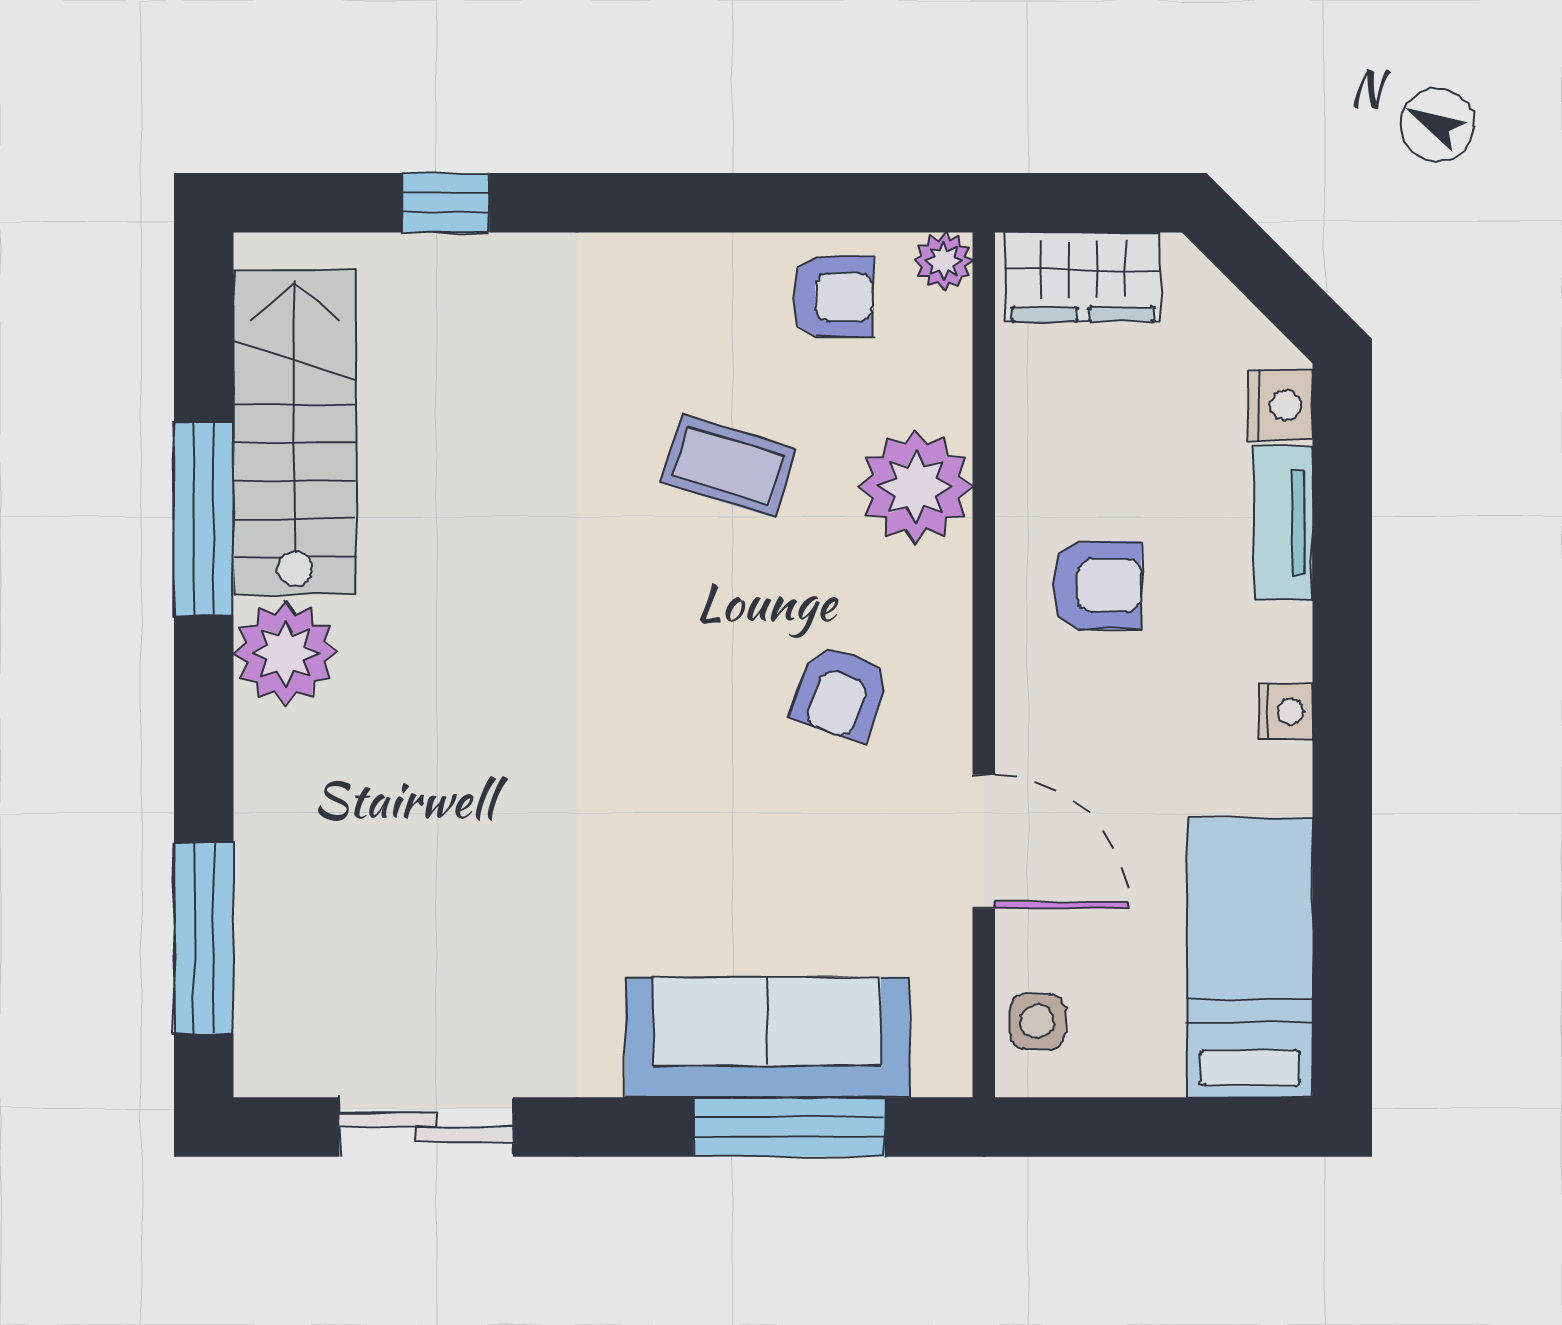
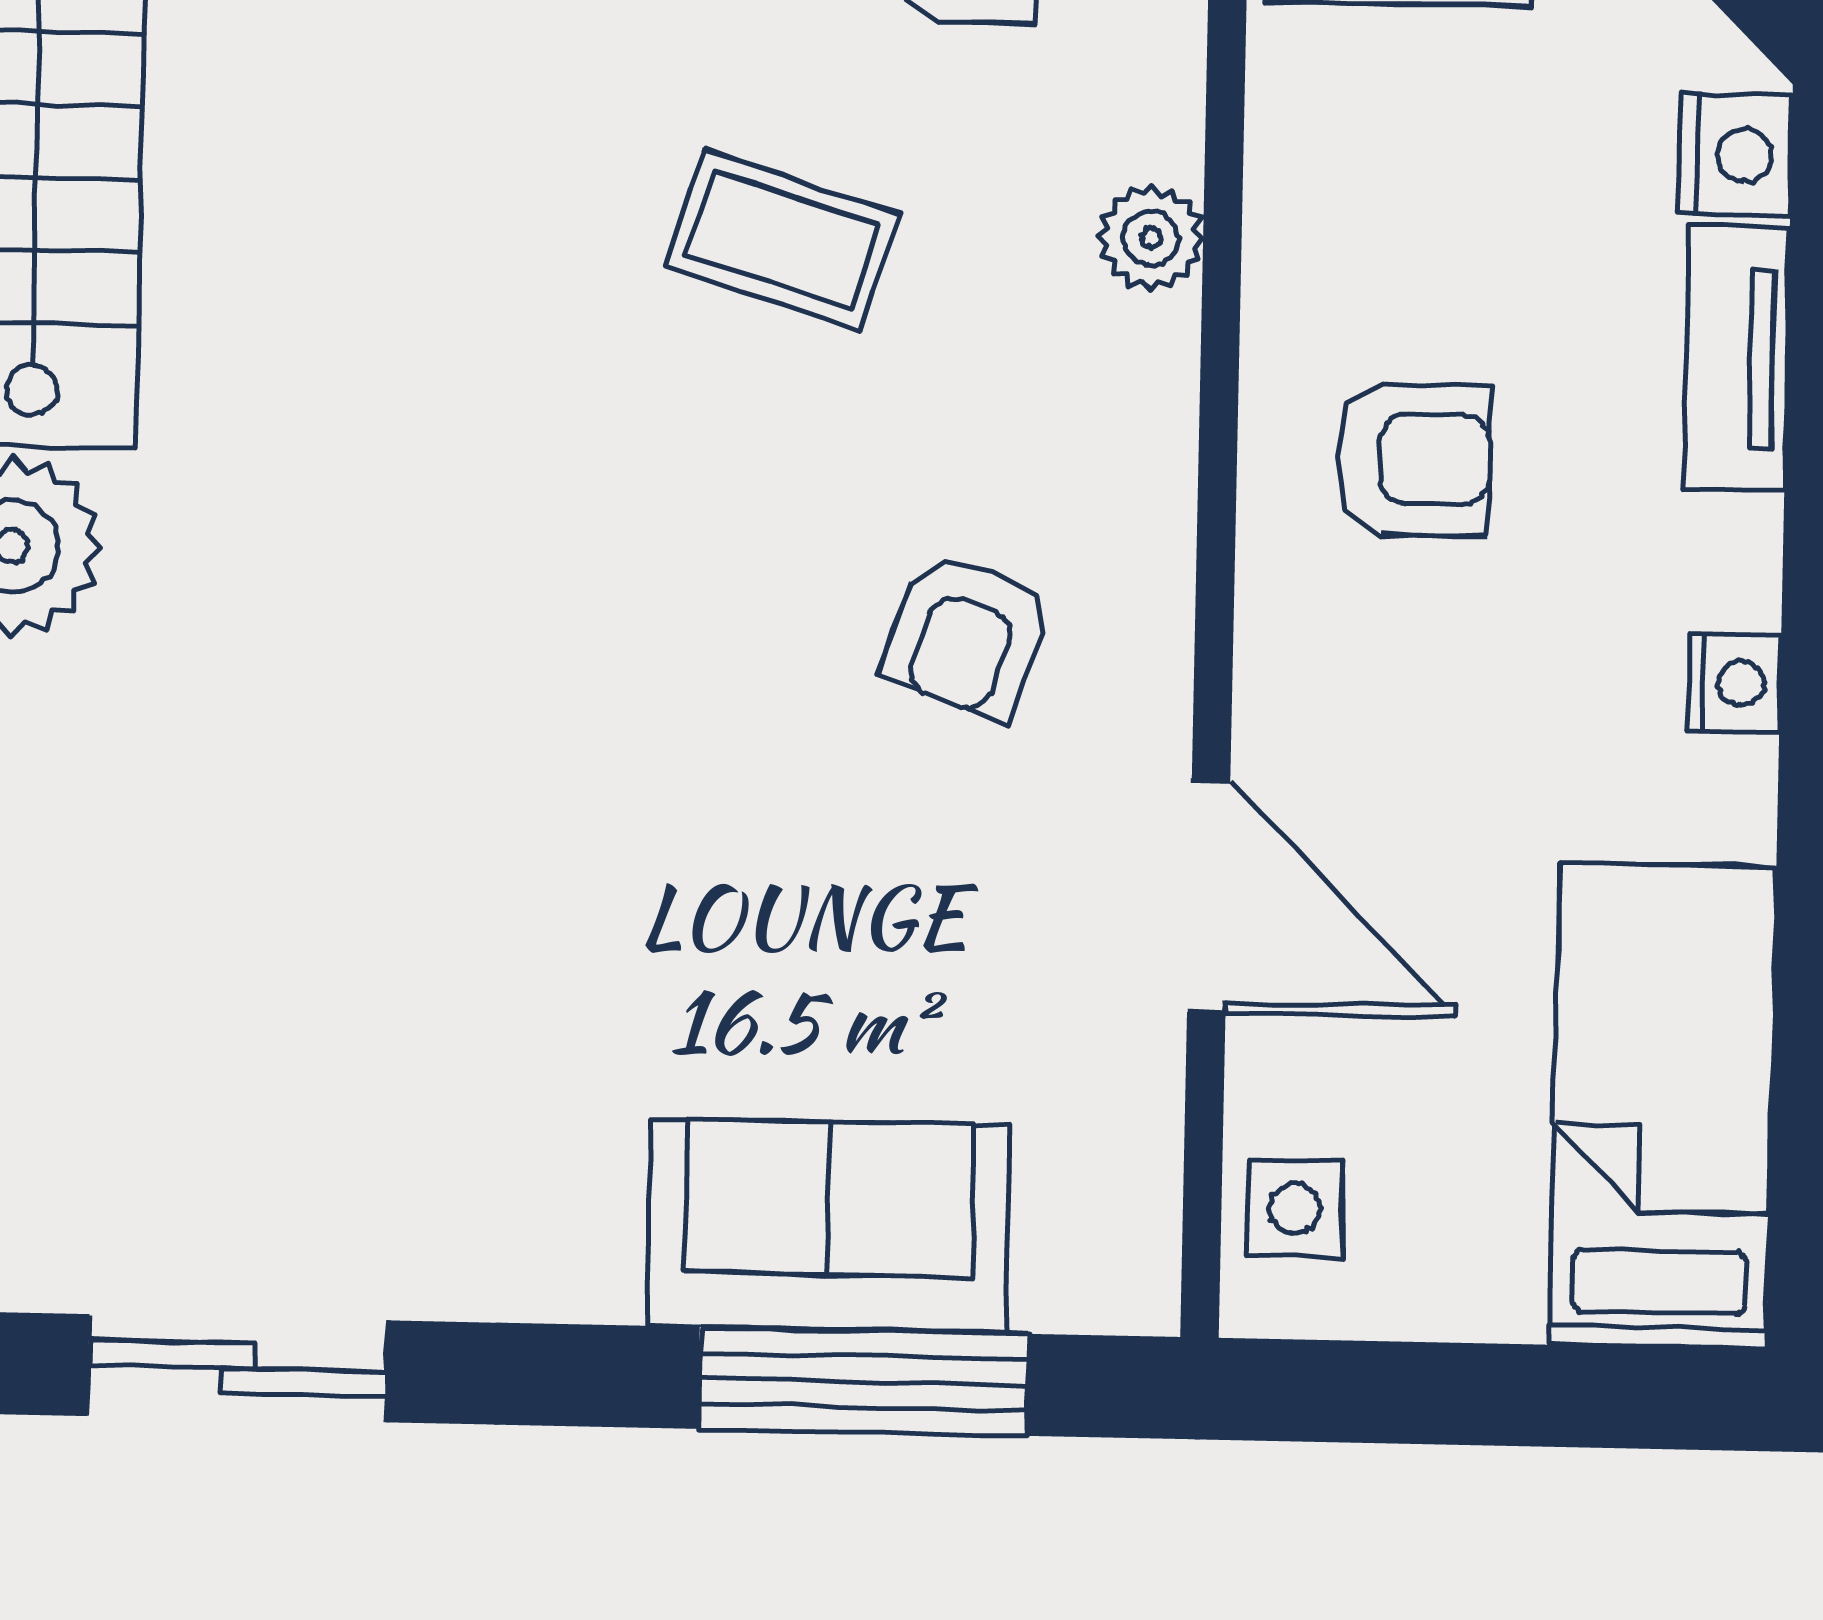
plant: (915, 487) -> (1151, 238), width x0.53, depth x0.53
sofa: (767, 1037) -> (828, 1226), width x0.73

